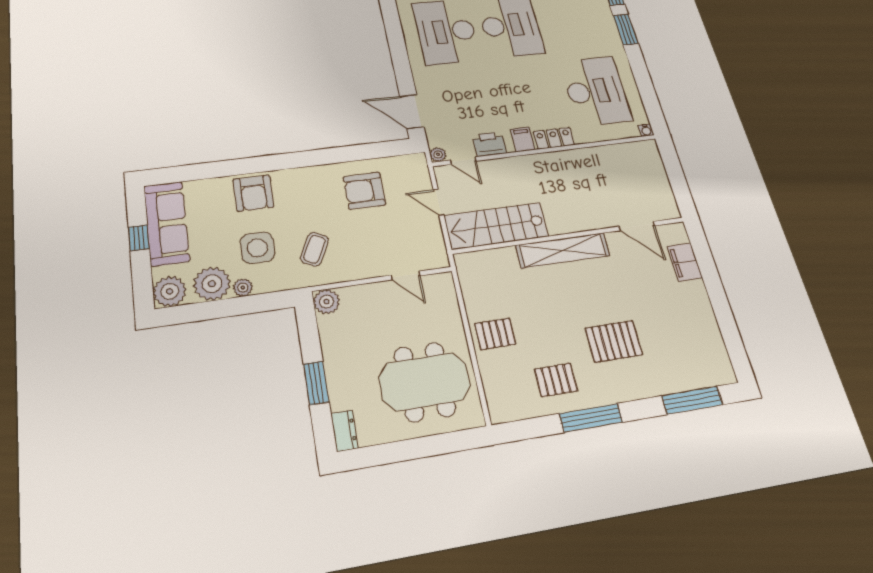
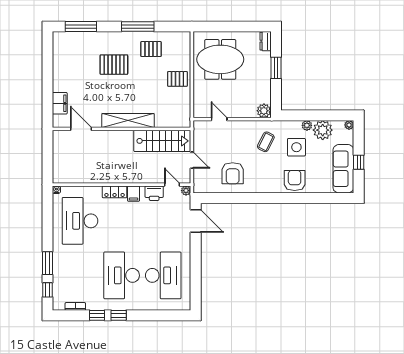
armchair: (364, 191) -> (233, 173), turned 90
plant: (170, 291) -> (349, 125), width x0.53, depth x0.53

